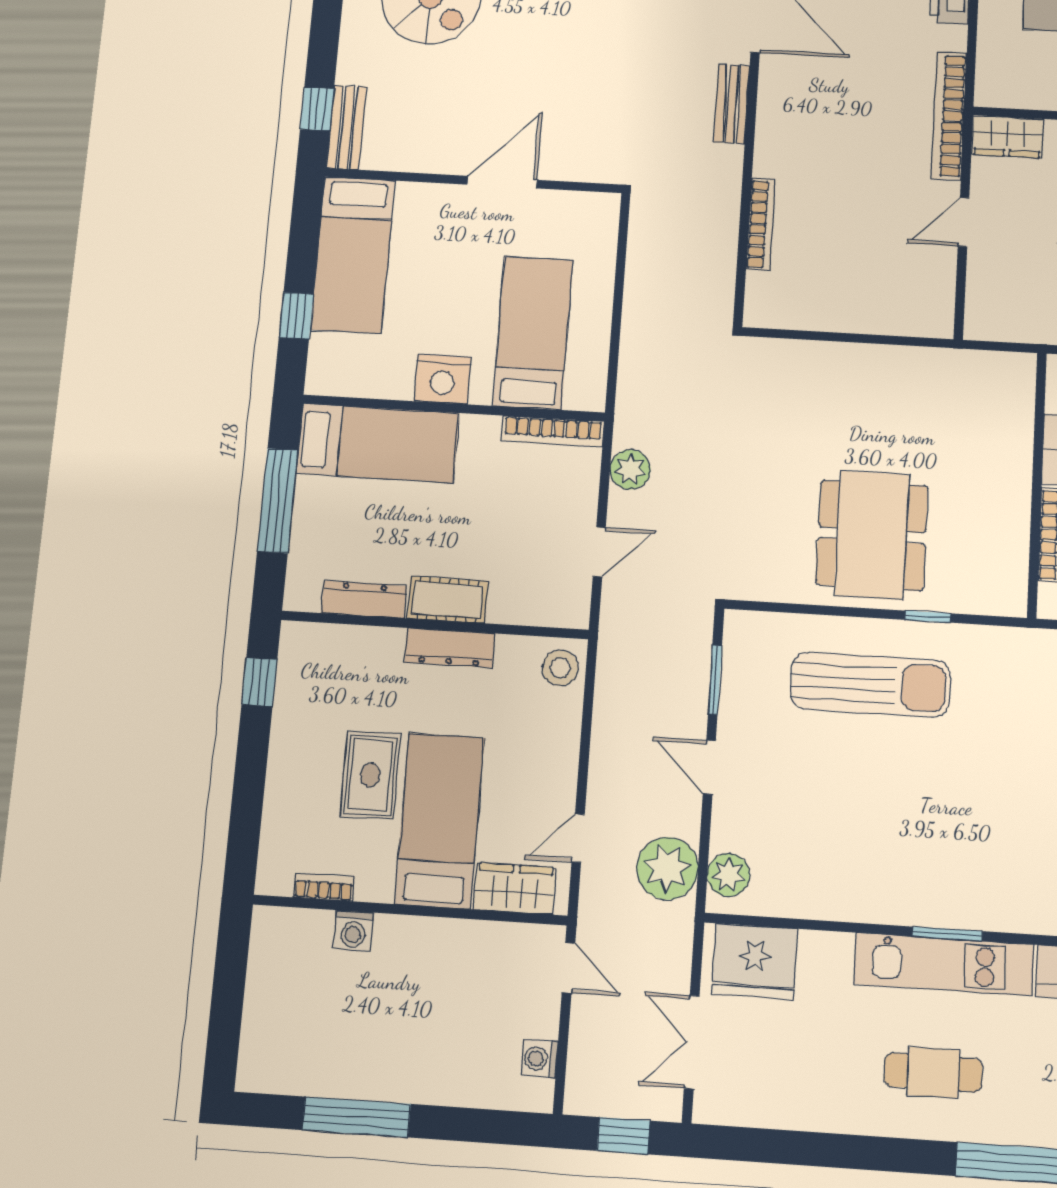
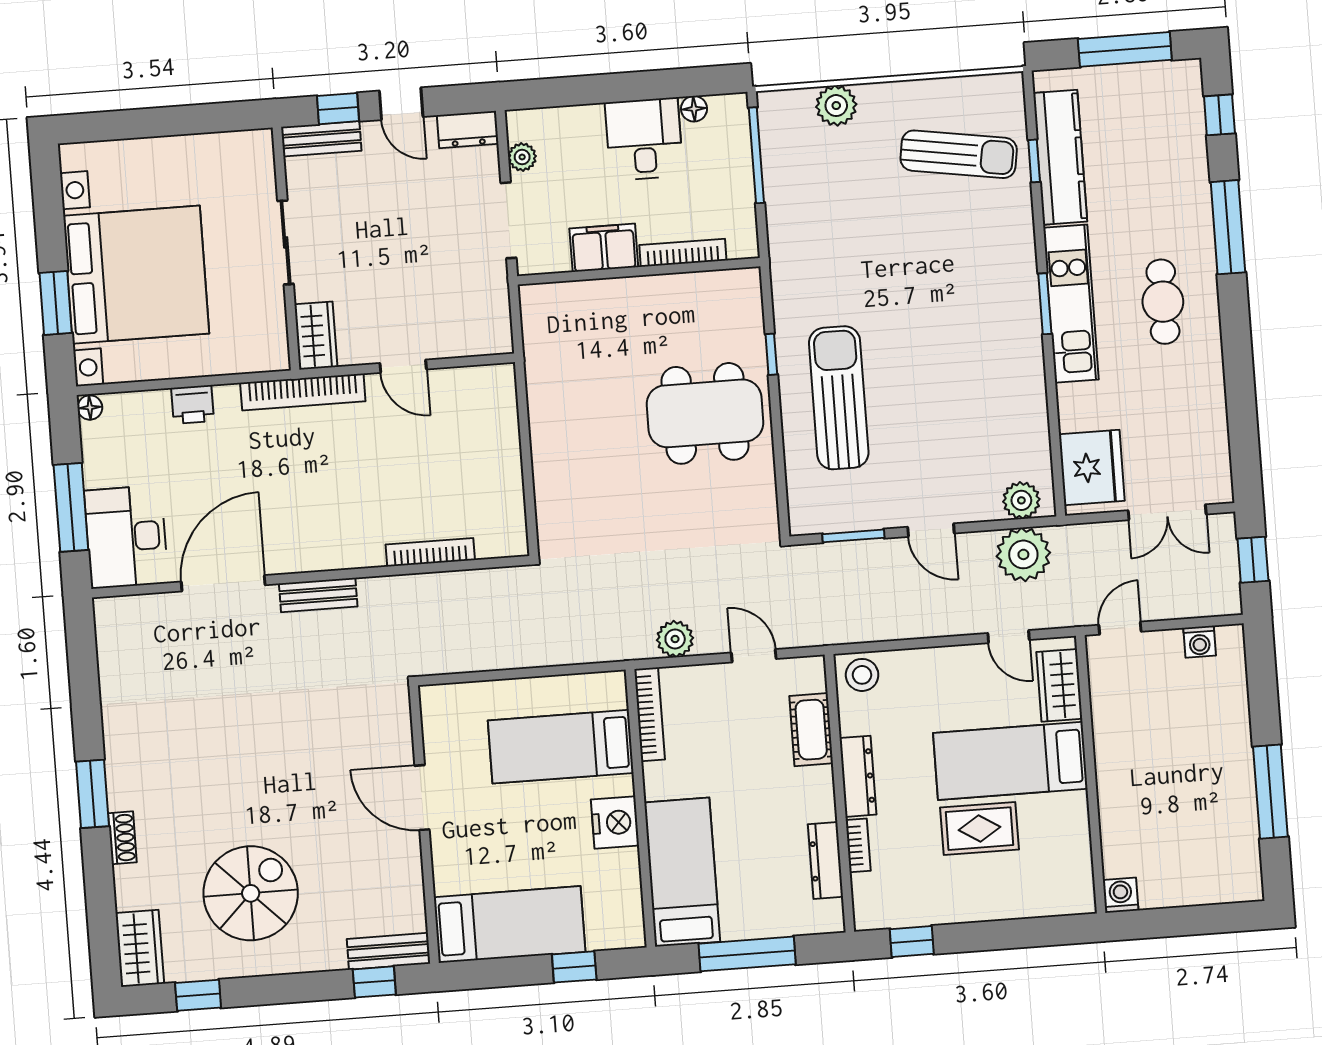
cot: (448, 600) -> (811, 730), moved
door: (709, 767) -> (931, 530), hinge flipped
bookcase: (324, 887) -> (858, 845), moved, turned 180
washing machine: (353, 931) -> (1121, 895), moved, turned -90

